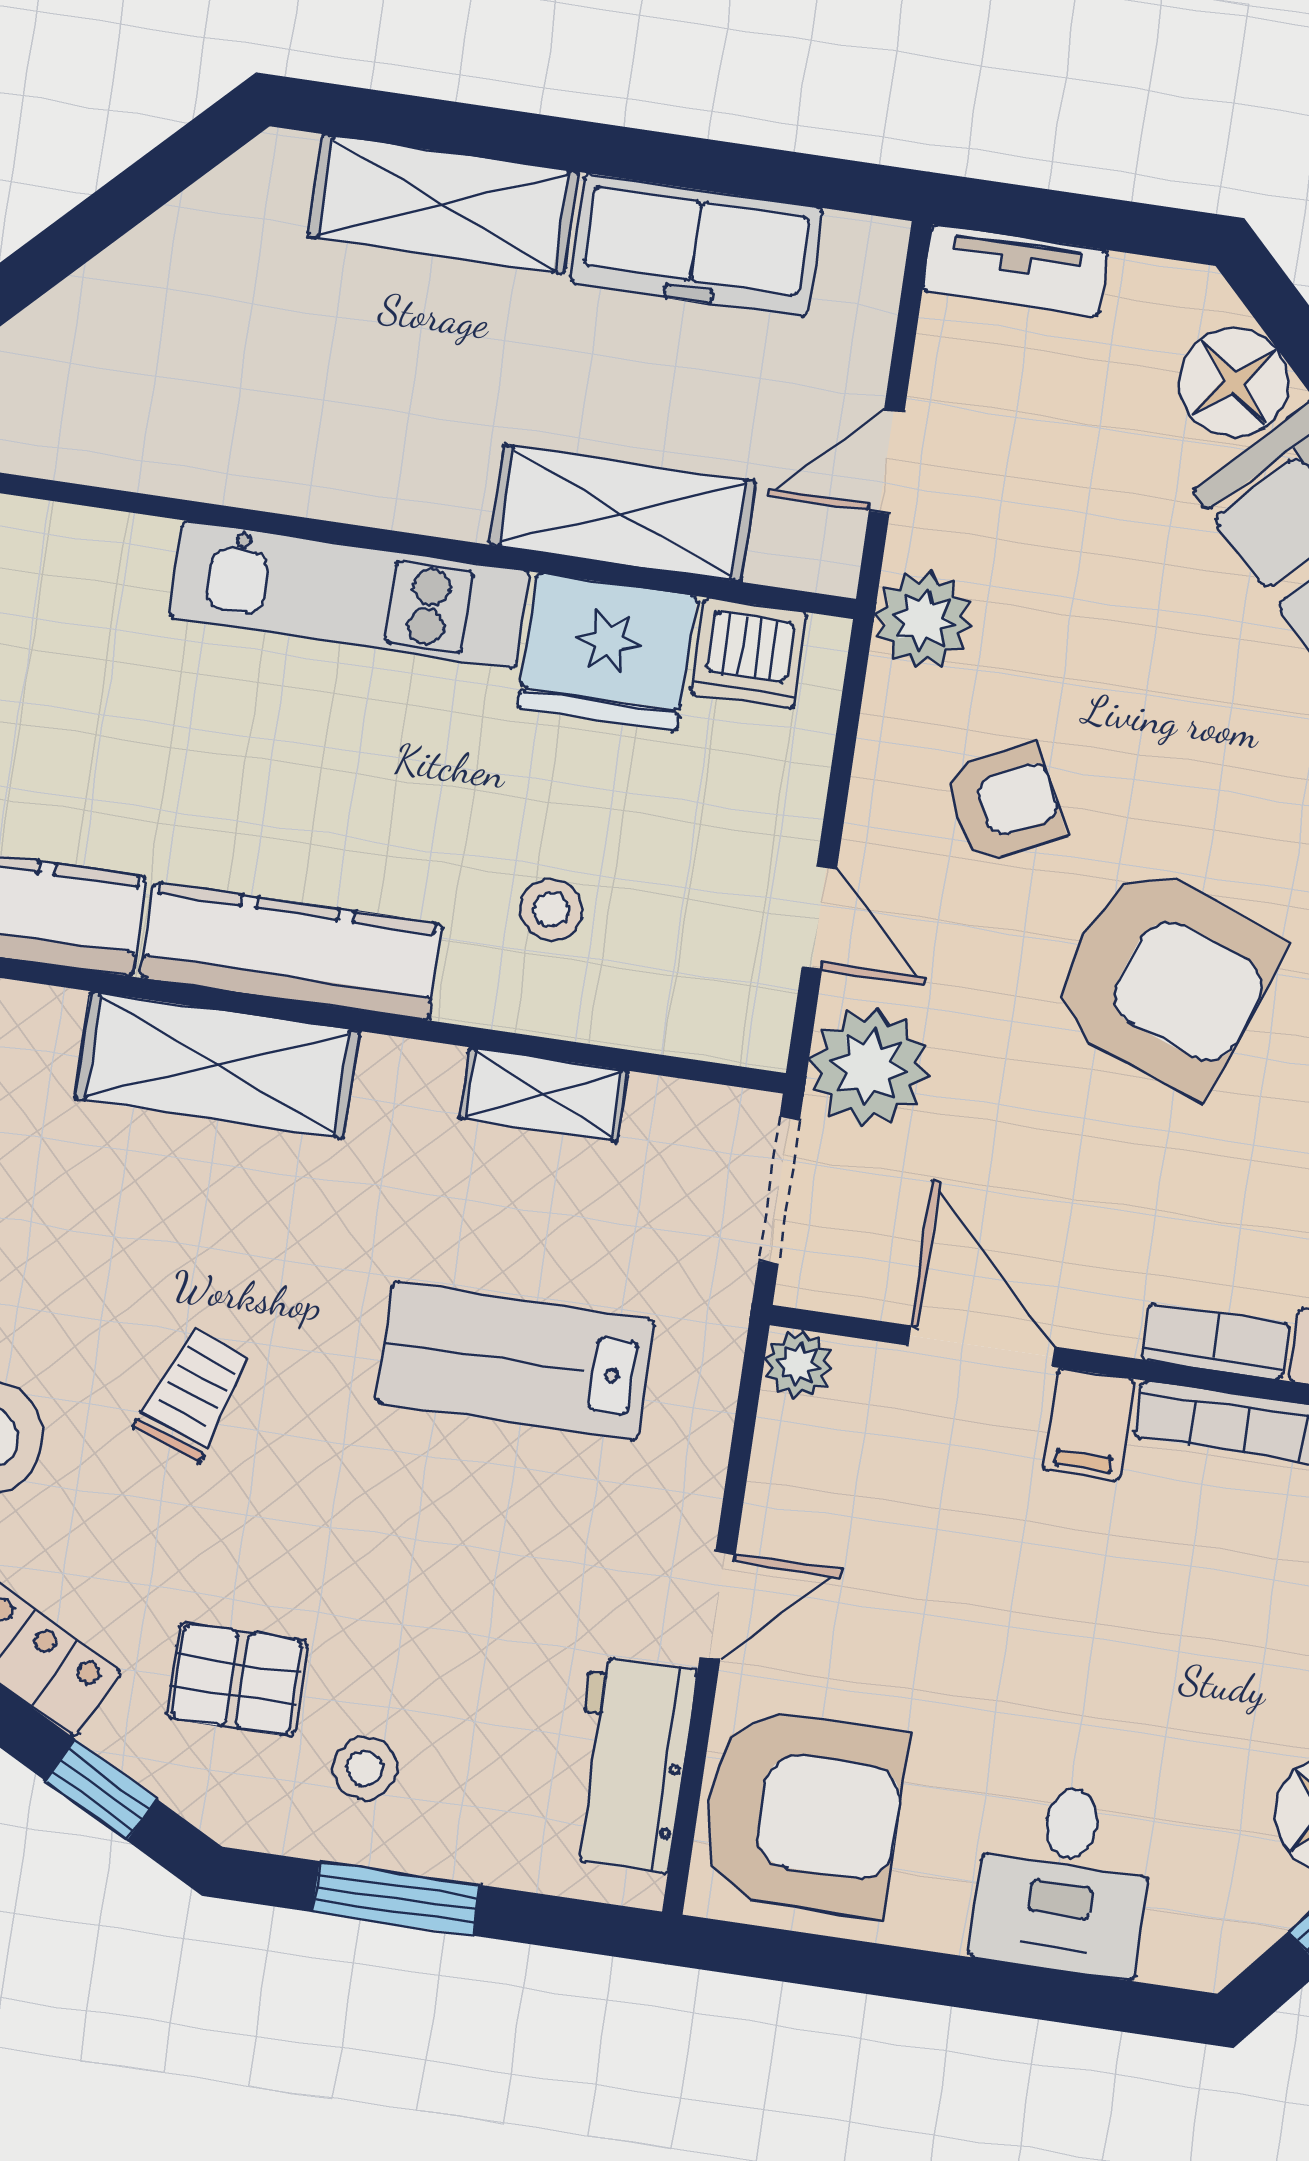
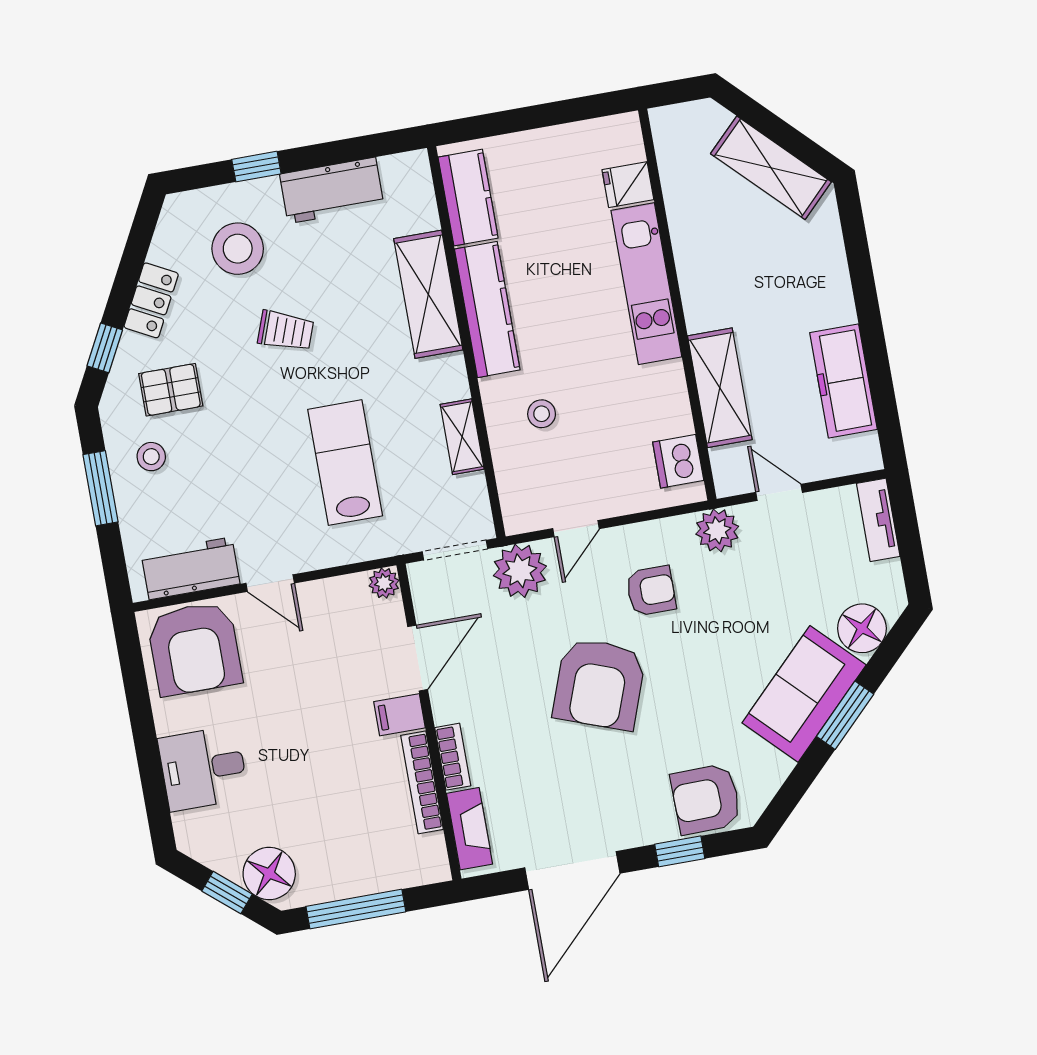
shelving: (443, 204) -> (771, 168), moved, turned -45
fridge: (607, 652) -> (628, 185), moved, width x0.53, depth x0.75
armchair: (1004, 803) -> (651, 591), turned -64
pallet: (237, 1679) -> (171, 390), turned 90

